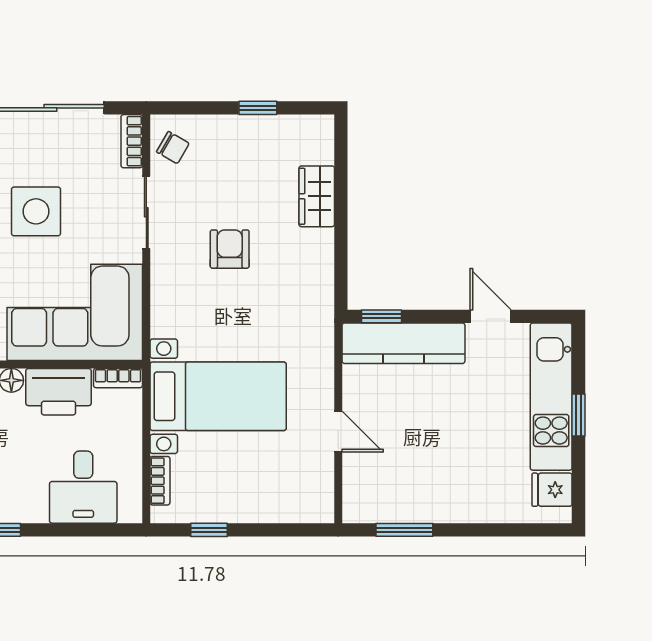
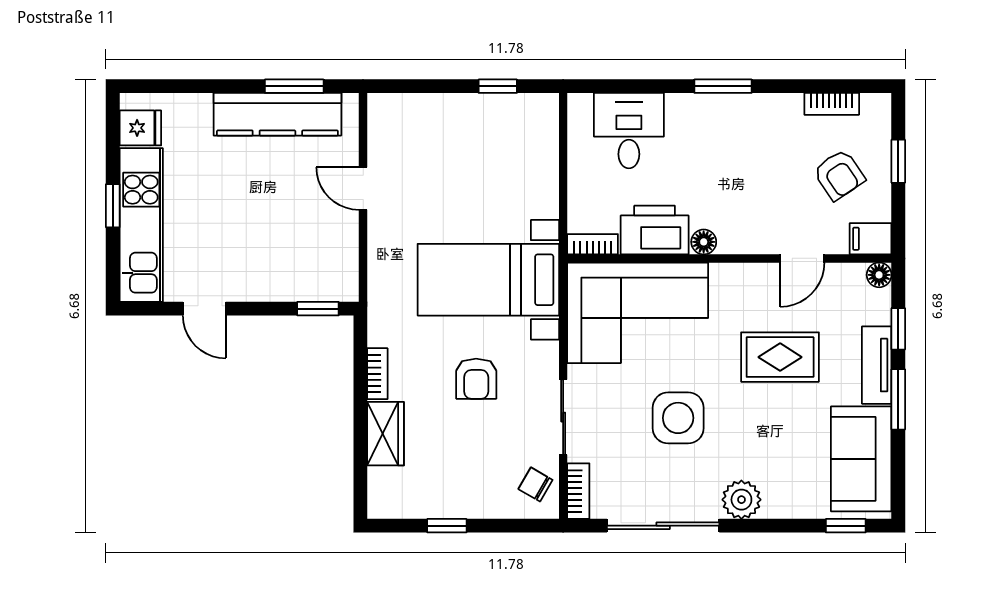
kitchen counter: (403, 343) -> (277, 114), moved, turned 180
bed with nightstands: (218, 396) -> (488, 280), moved
bookcase: (160, 481) -> (377, 374), moved, turned 180

